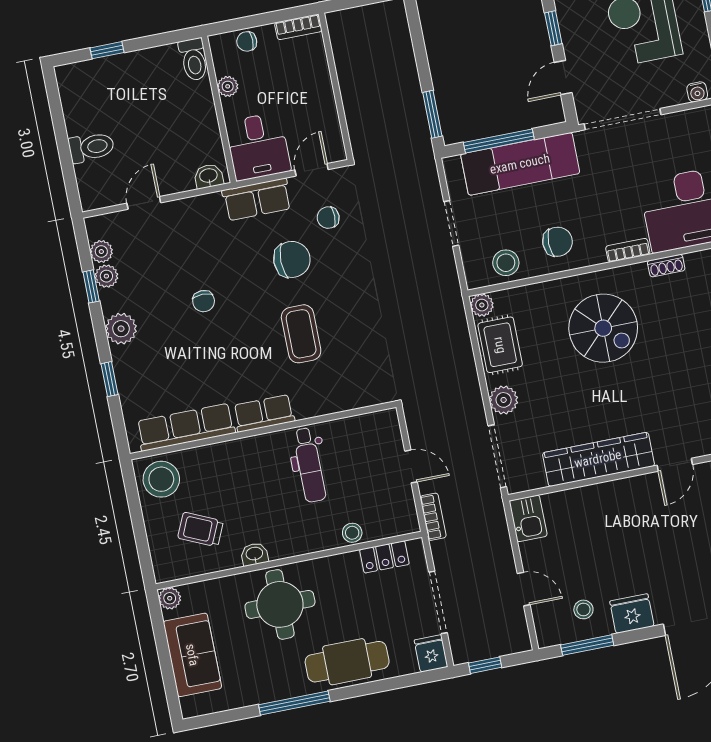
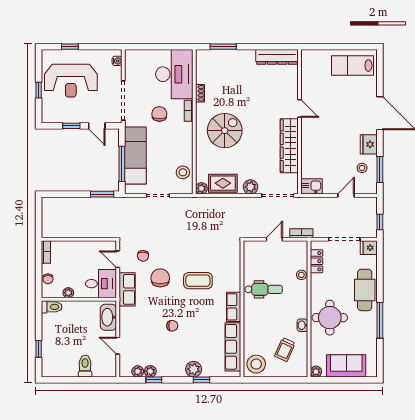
washbasin: (209, 176) -> (108, 317), width x1.91, depth x1.45
chair: (558, 242) -> (159, 114), moved
plant: (121, 329) -> (194, 369), moved

